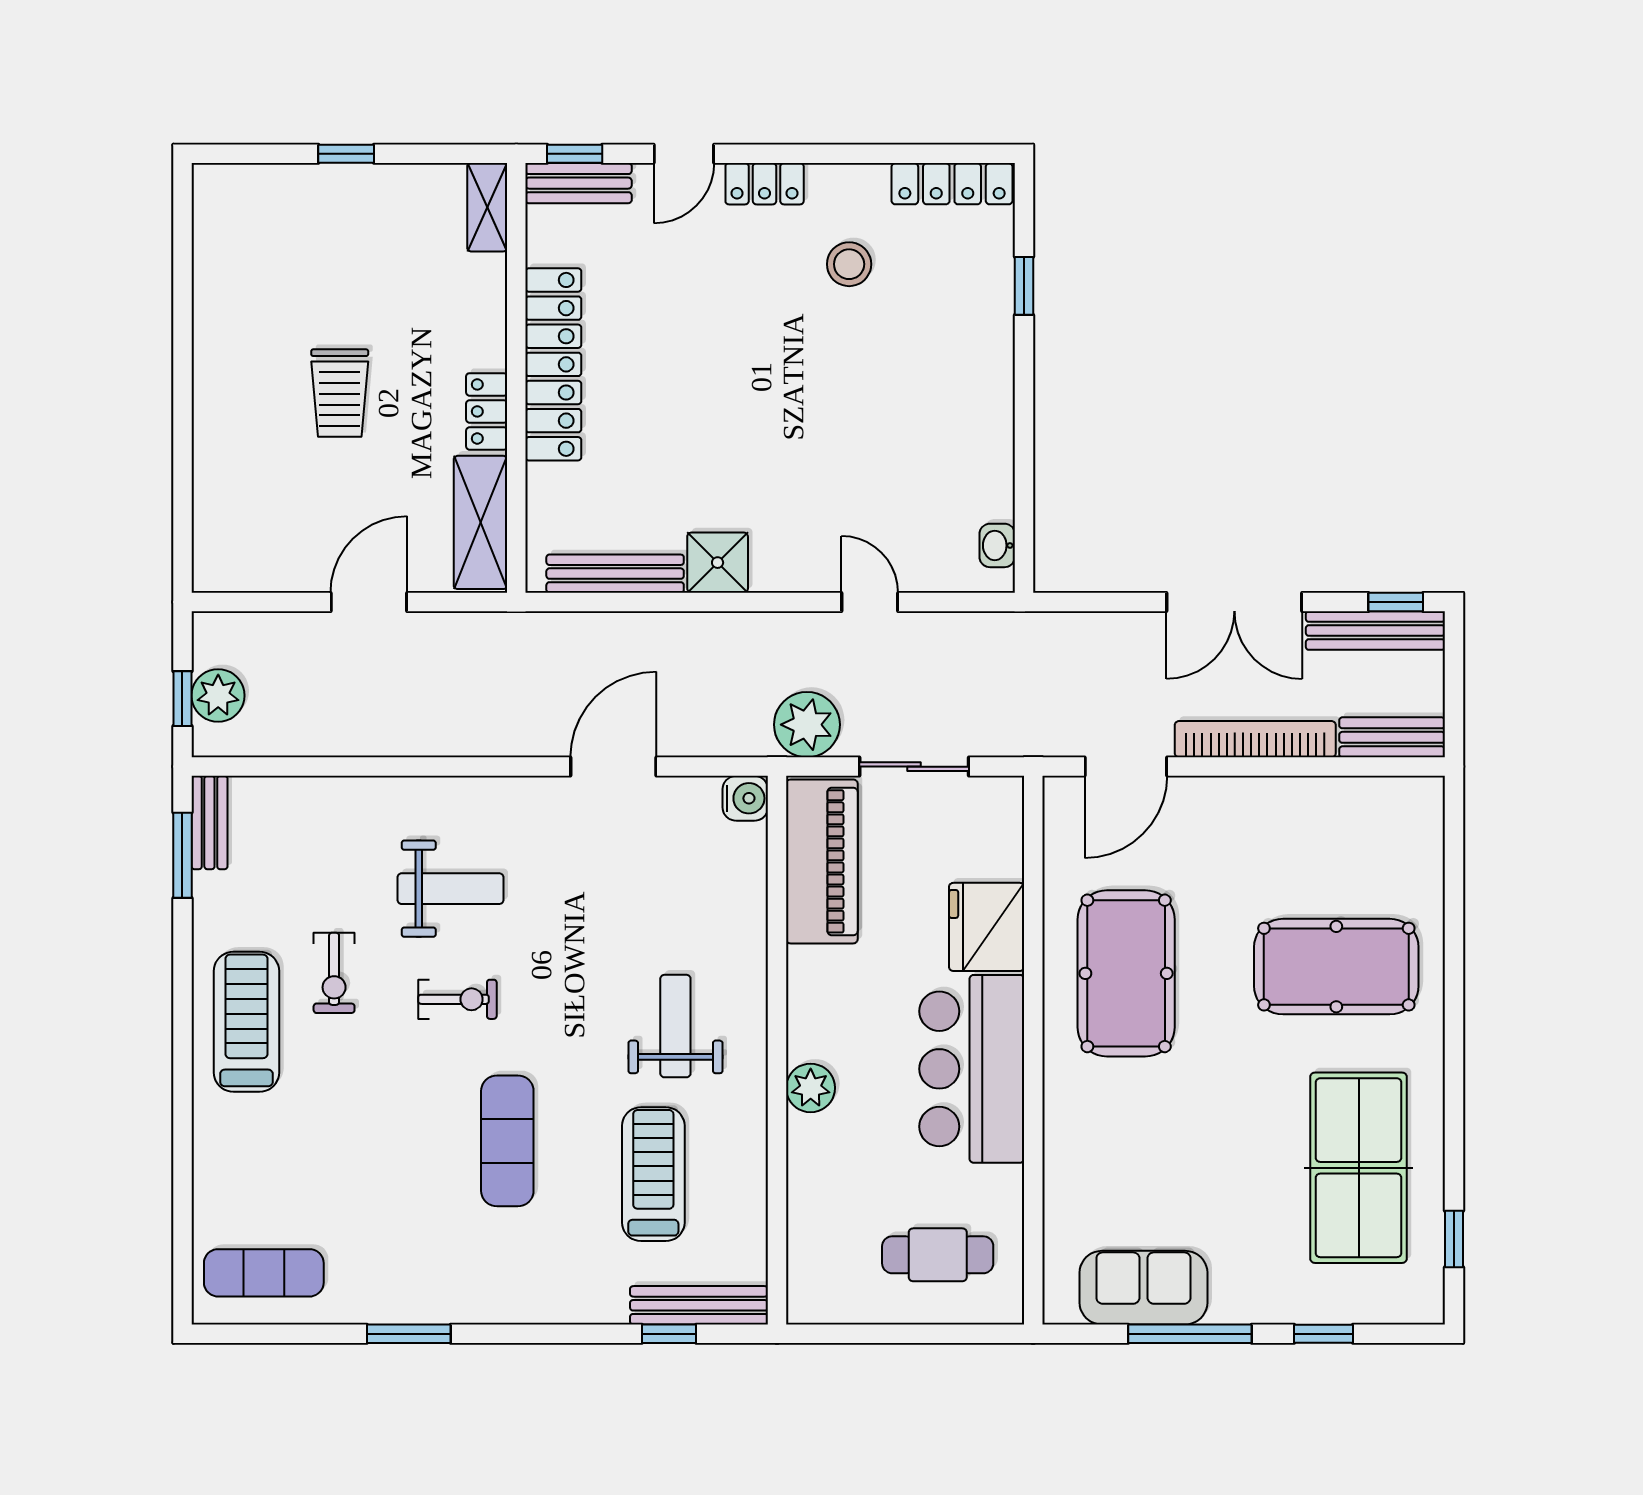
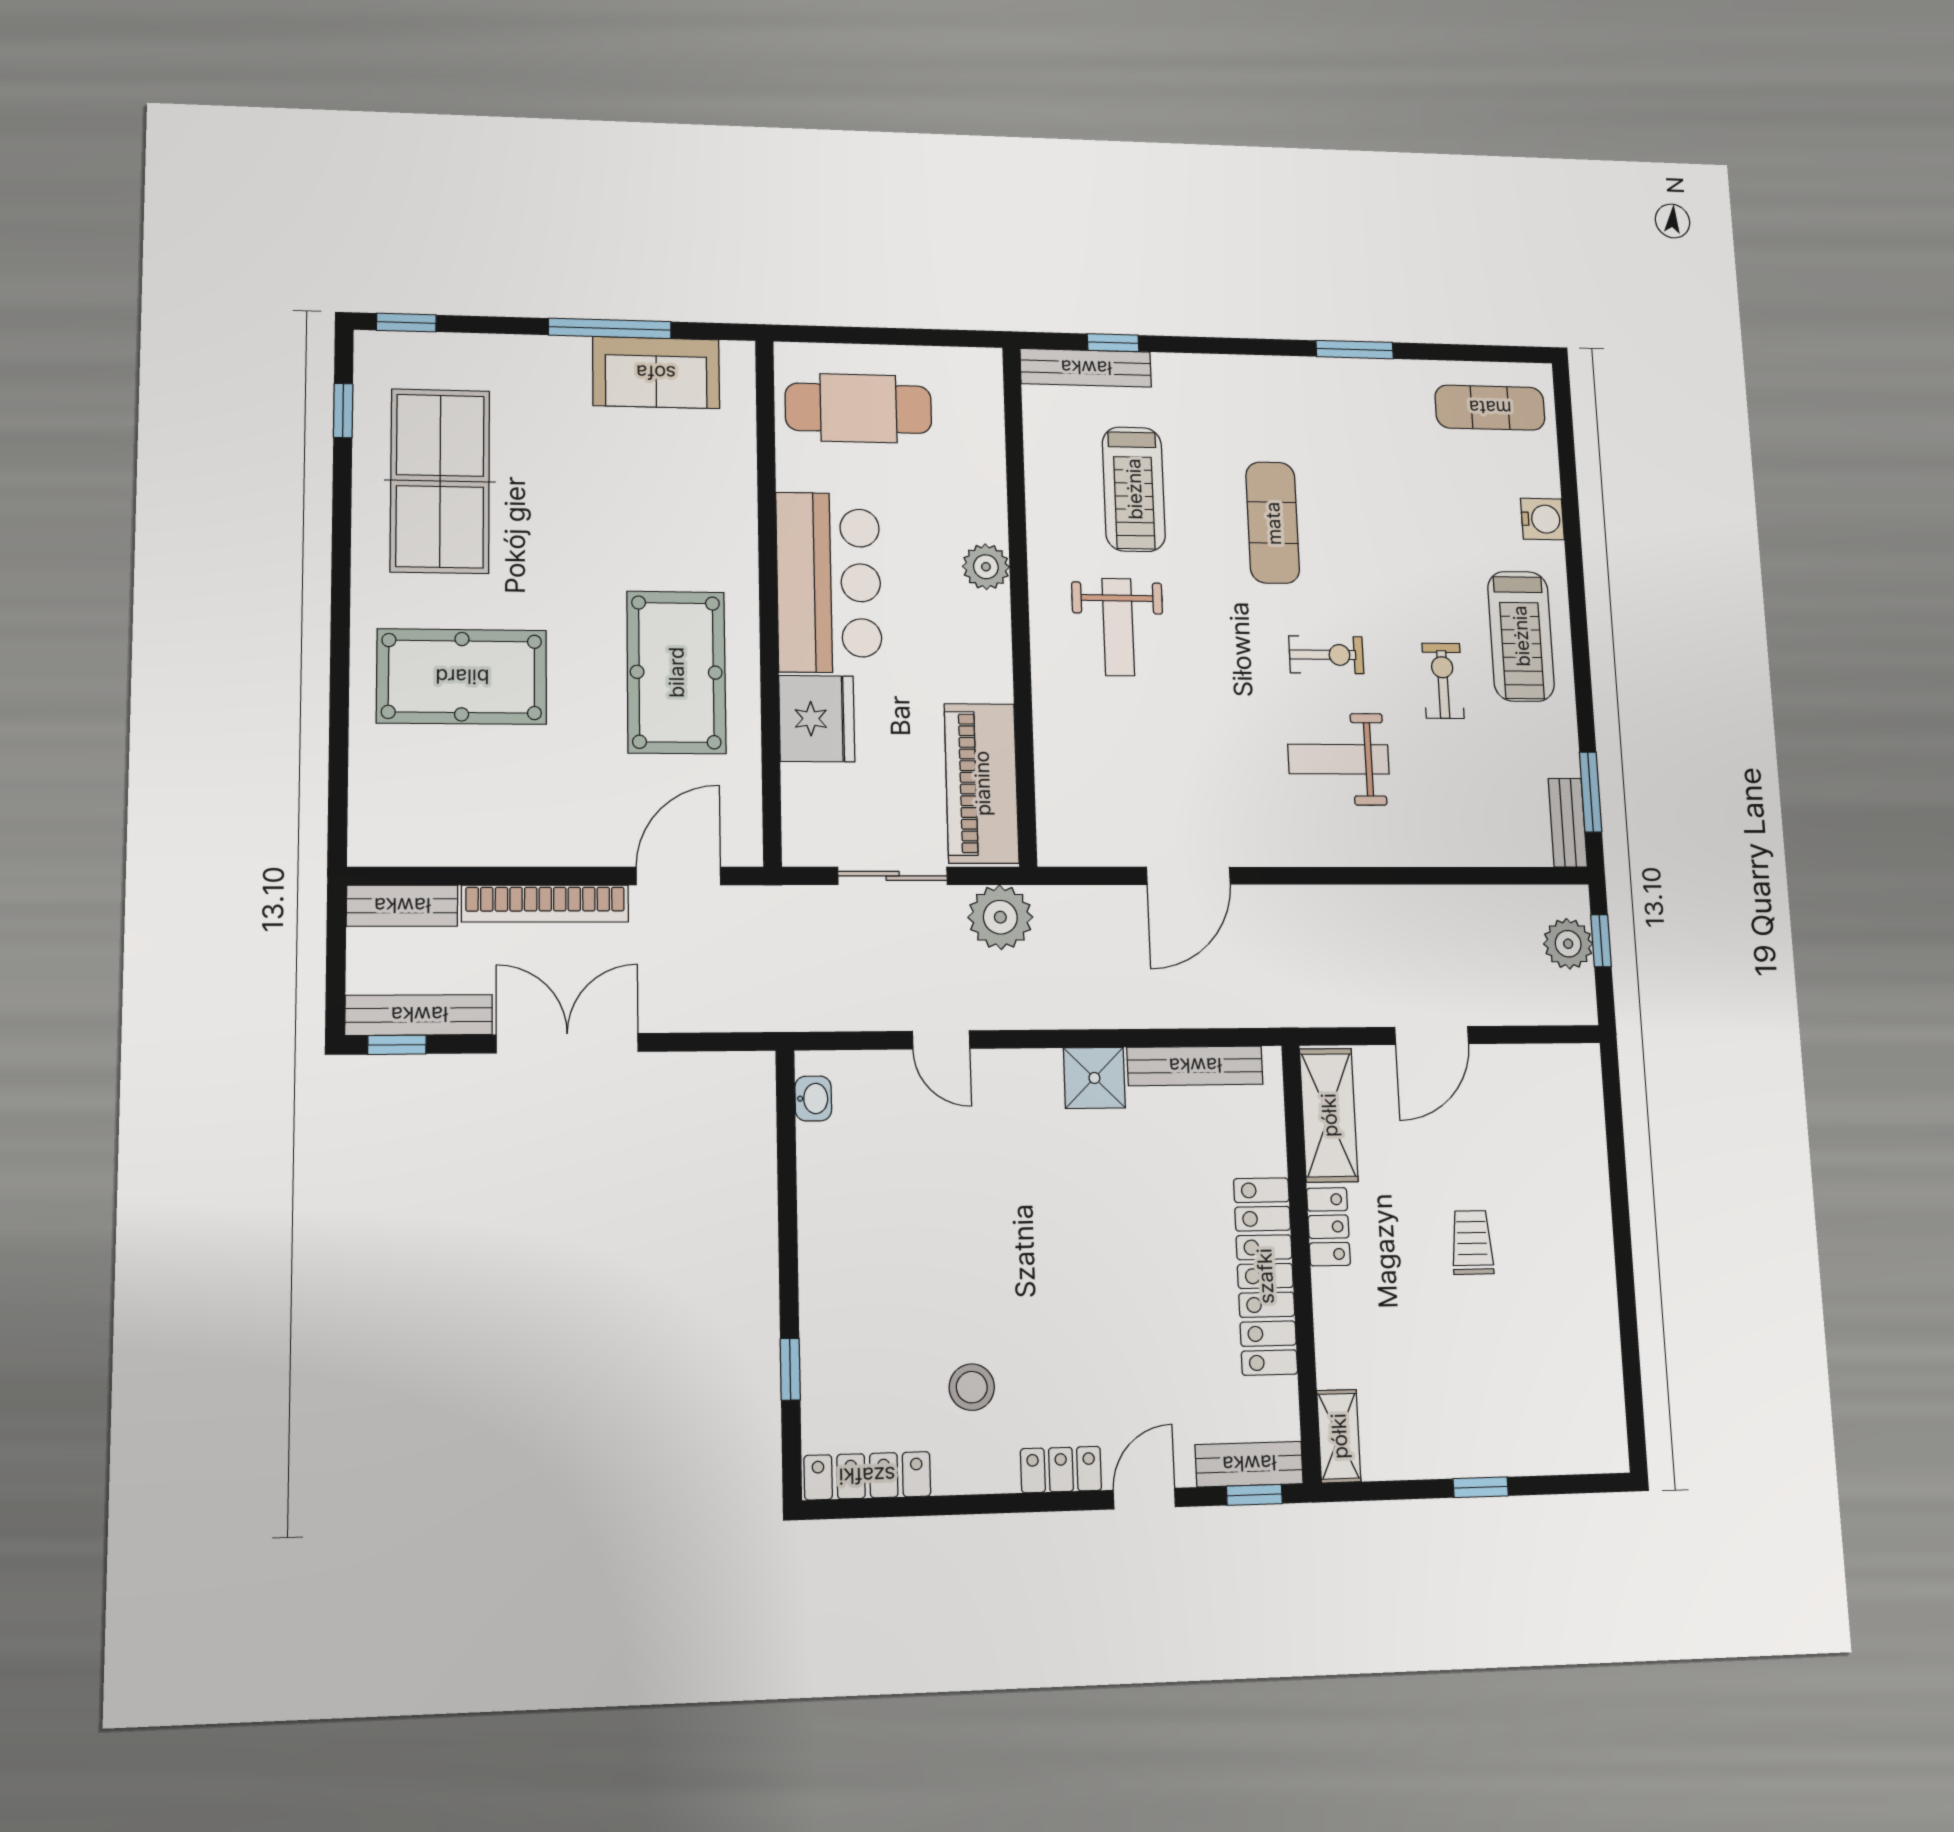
trolley: (340, 393) -> (1472, 1242), width x0.73, depth x0.72
water cooler: (745, 798) -> (1542, 519), moved, turned 180
exercise bike: (457, 999) -> (1326, 655), turned 180
cafe table: (938, 1255) -> (858, 408), width x1.37, depth x1.35
window: (1324, 1334) -> (406, 323), moved

